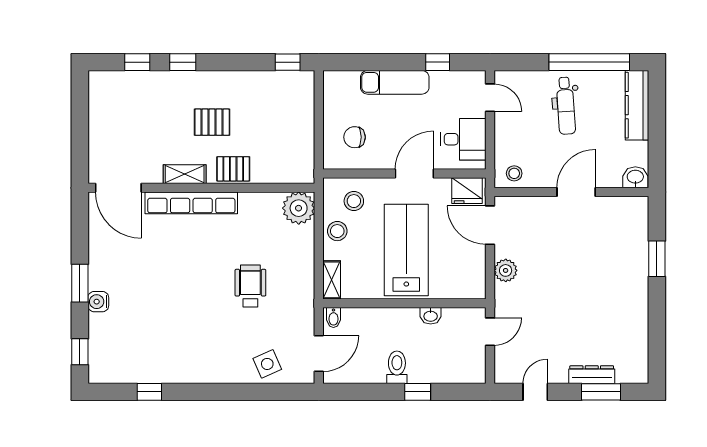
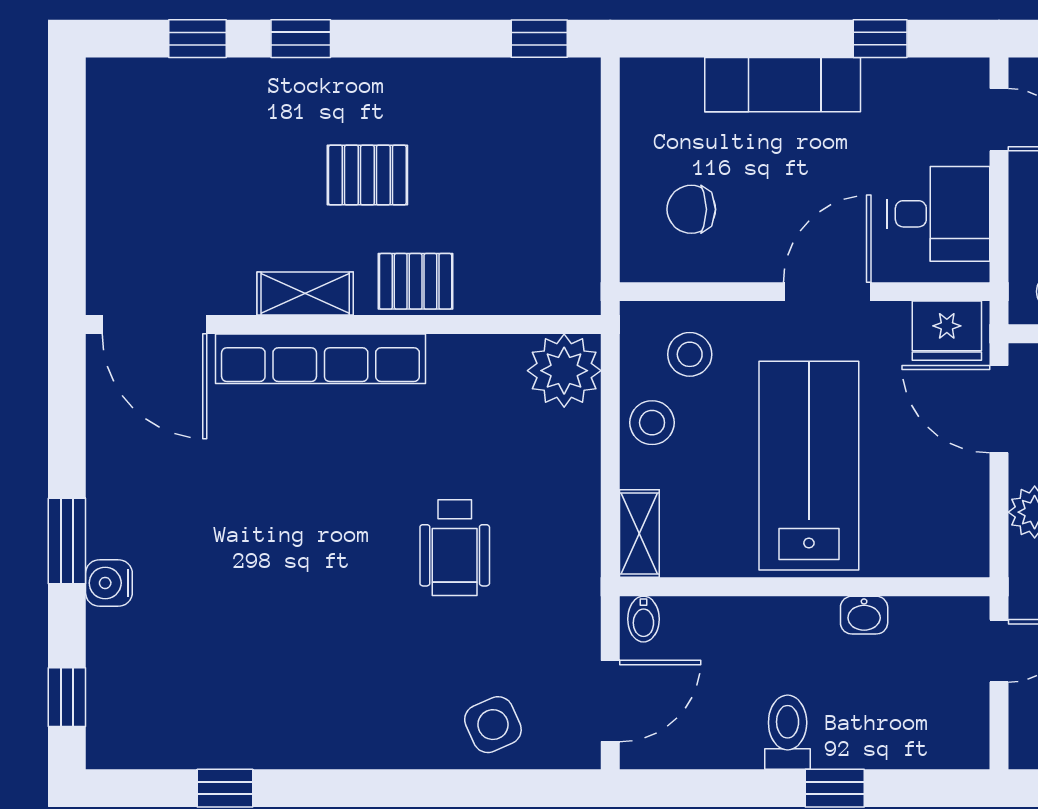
wheelchair: (250, 286) -> (455, 548), turned 180

